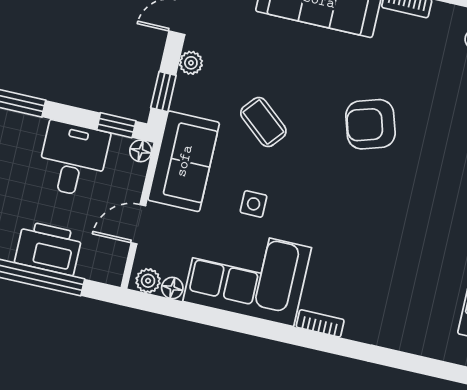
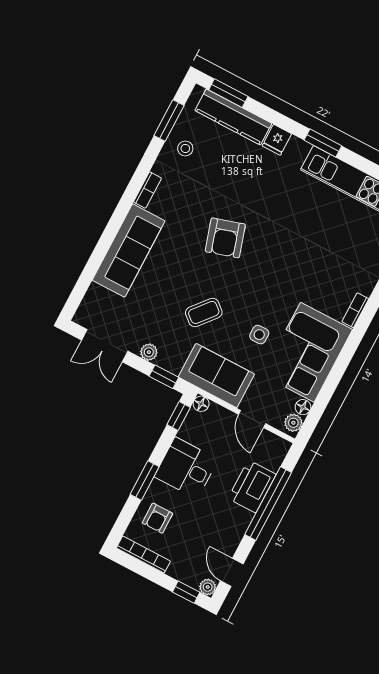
desk: (73, 159) -> (186, 468), moved

